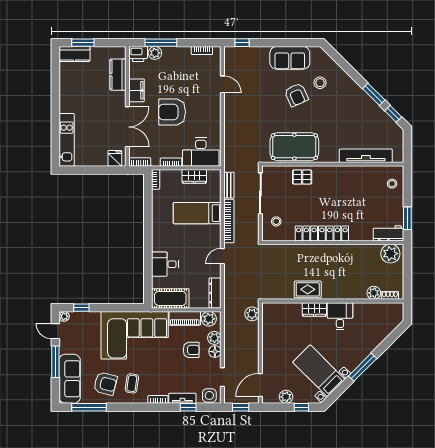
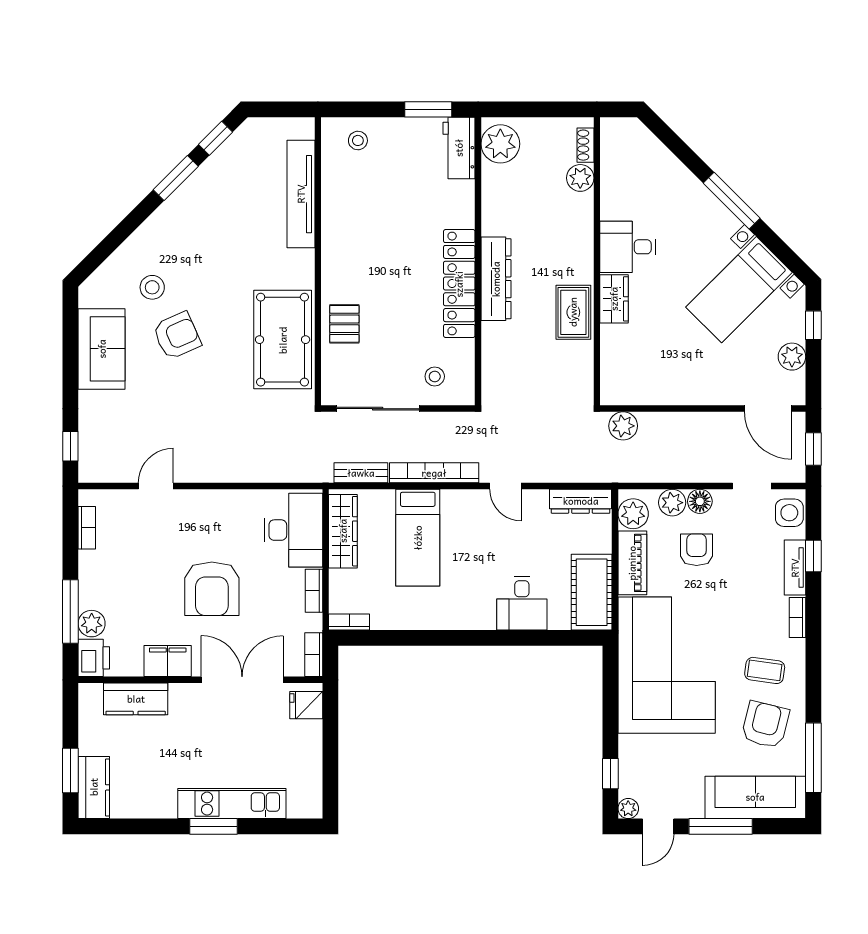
window: (55, 113) -> (214, 826), added
kitchen unit: (67, 140) -> (232, 804), moved
wardrobe: (194, 176) -> (343, 531), width x1.50
dresser: (324, 252) -> (496, 279), added

